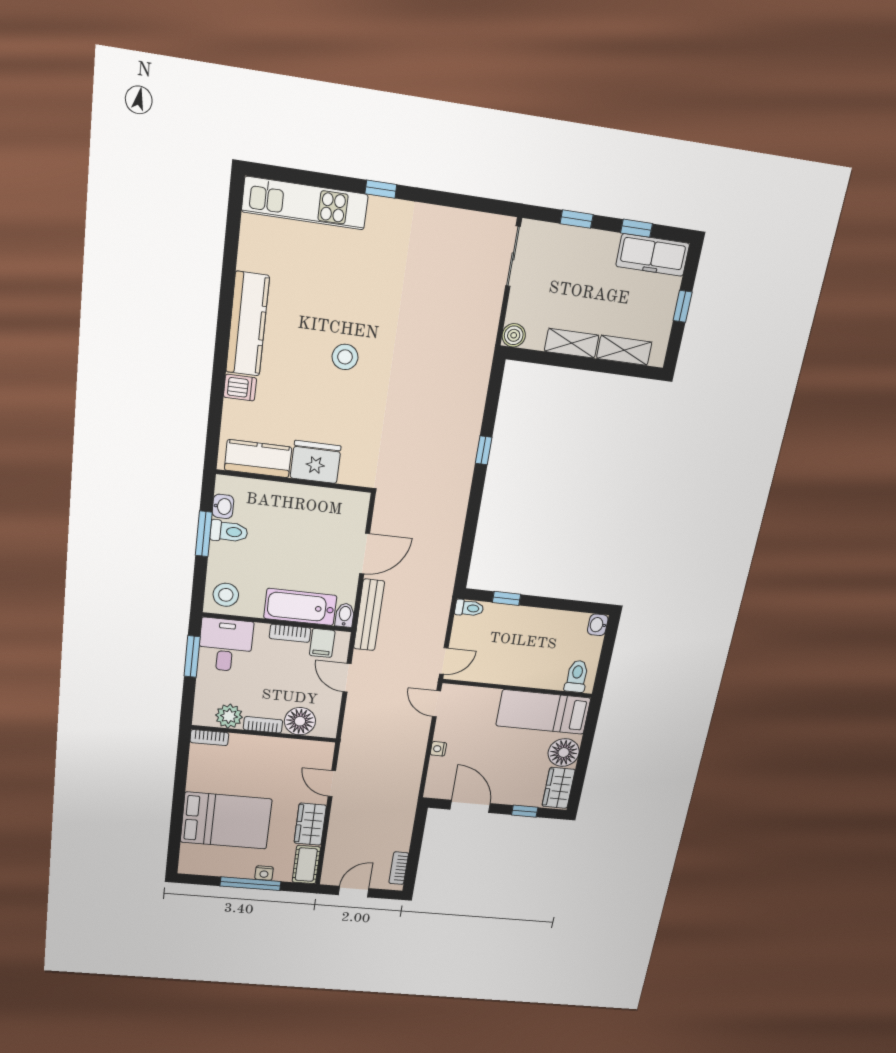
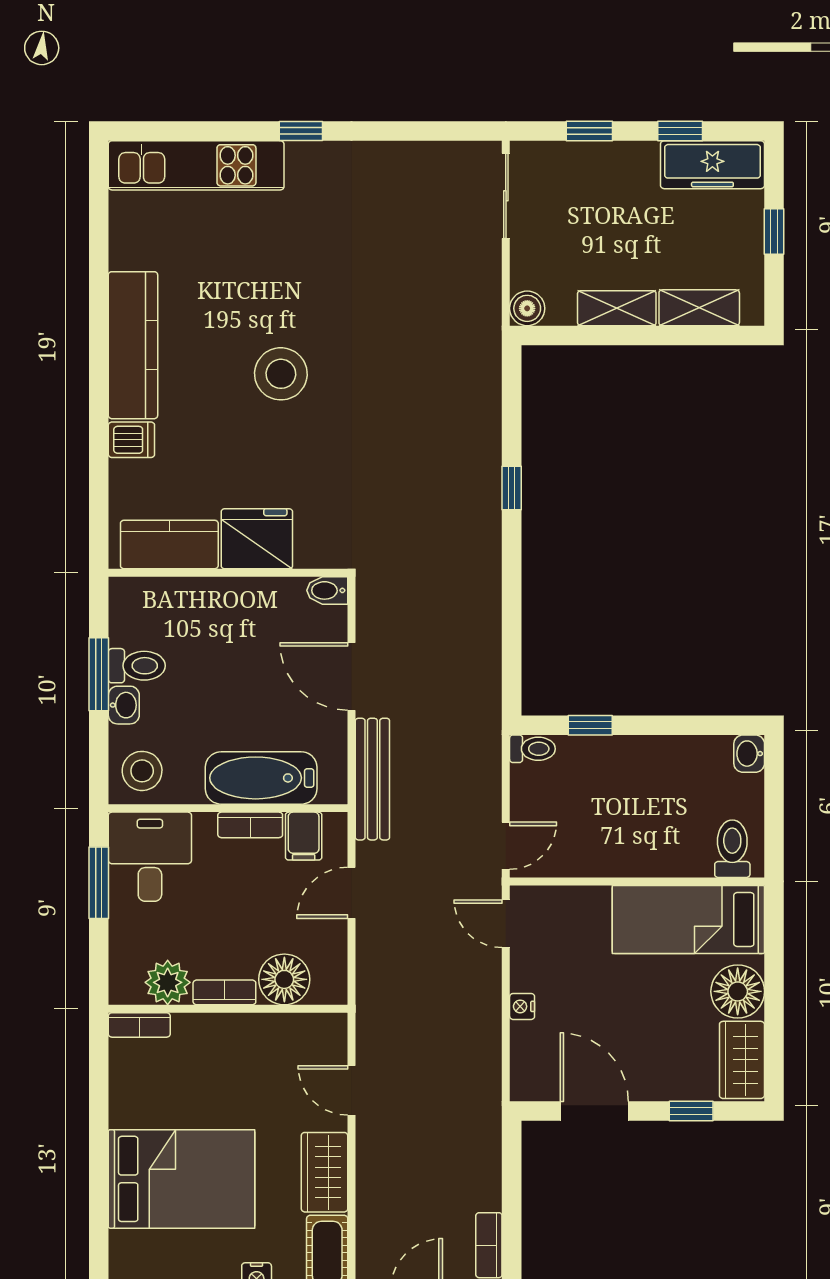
stool: (345, 357) -> (281, 374), width x1.38, depth x1.38
washbasin: (223, 506) -> (124, 705), moved
door: (365, 554) -> (352, 677), swing flipped
bidet: (345, 615) -> (327, 590), moved, turned -90
door: (347, 678) -> (352, 893), hinge flipped

